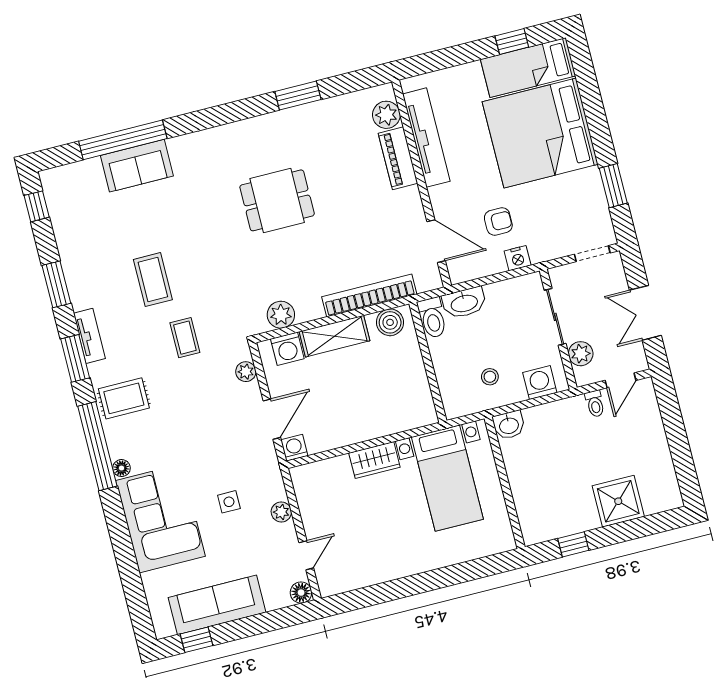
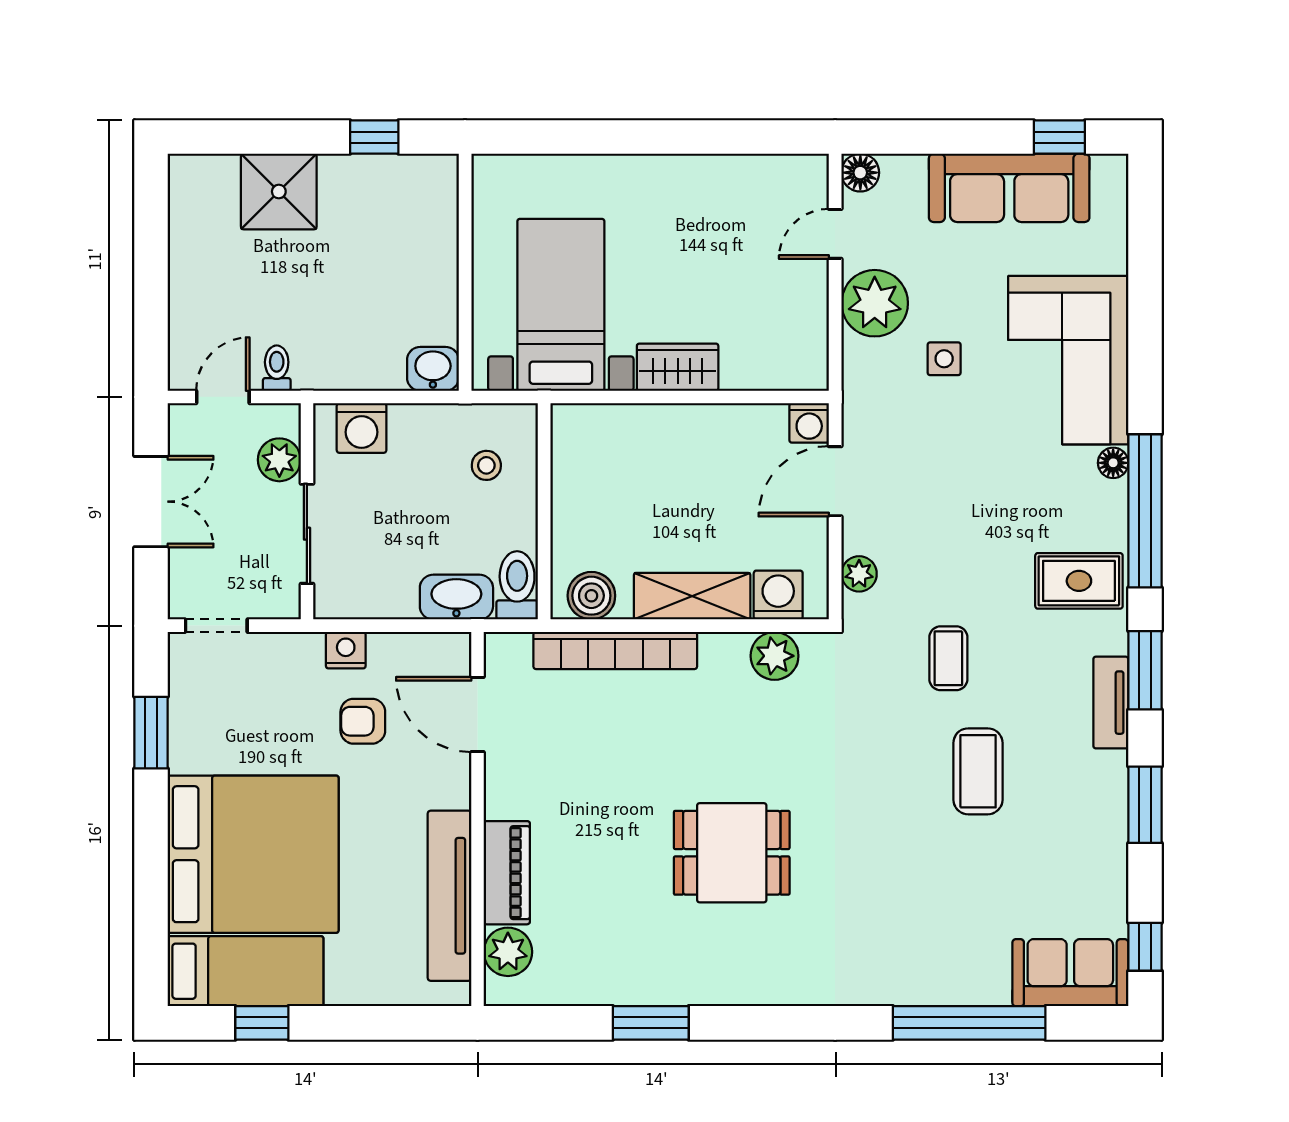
sofa: (137, 166) -> (1070, 973), moved
stool: (490, 377) -> (486, 465), moved
plant: (281, 512) -> (875, 303), width x1.87, depth x1.87

